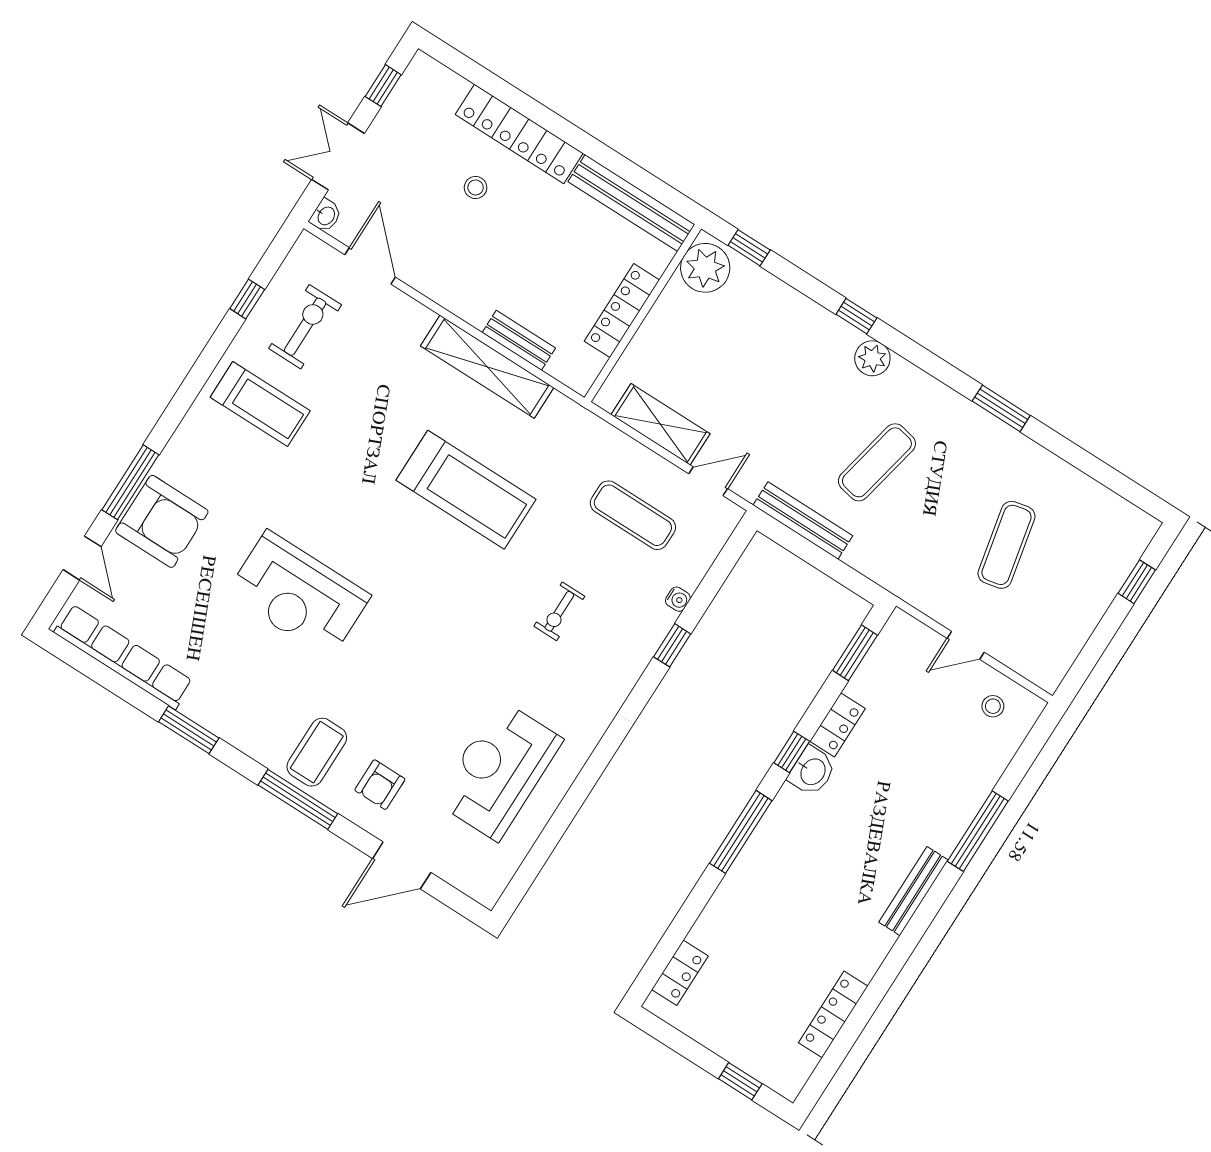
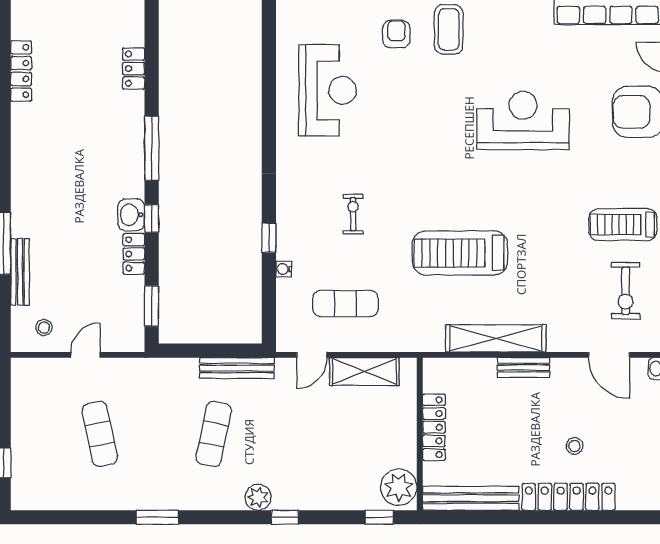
bench: (519, 340) -> (524, 368), moved
bench: (914, 891) -> (20, 272), moved
locker: (680, 973) -> (134, 69), moved

